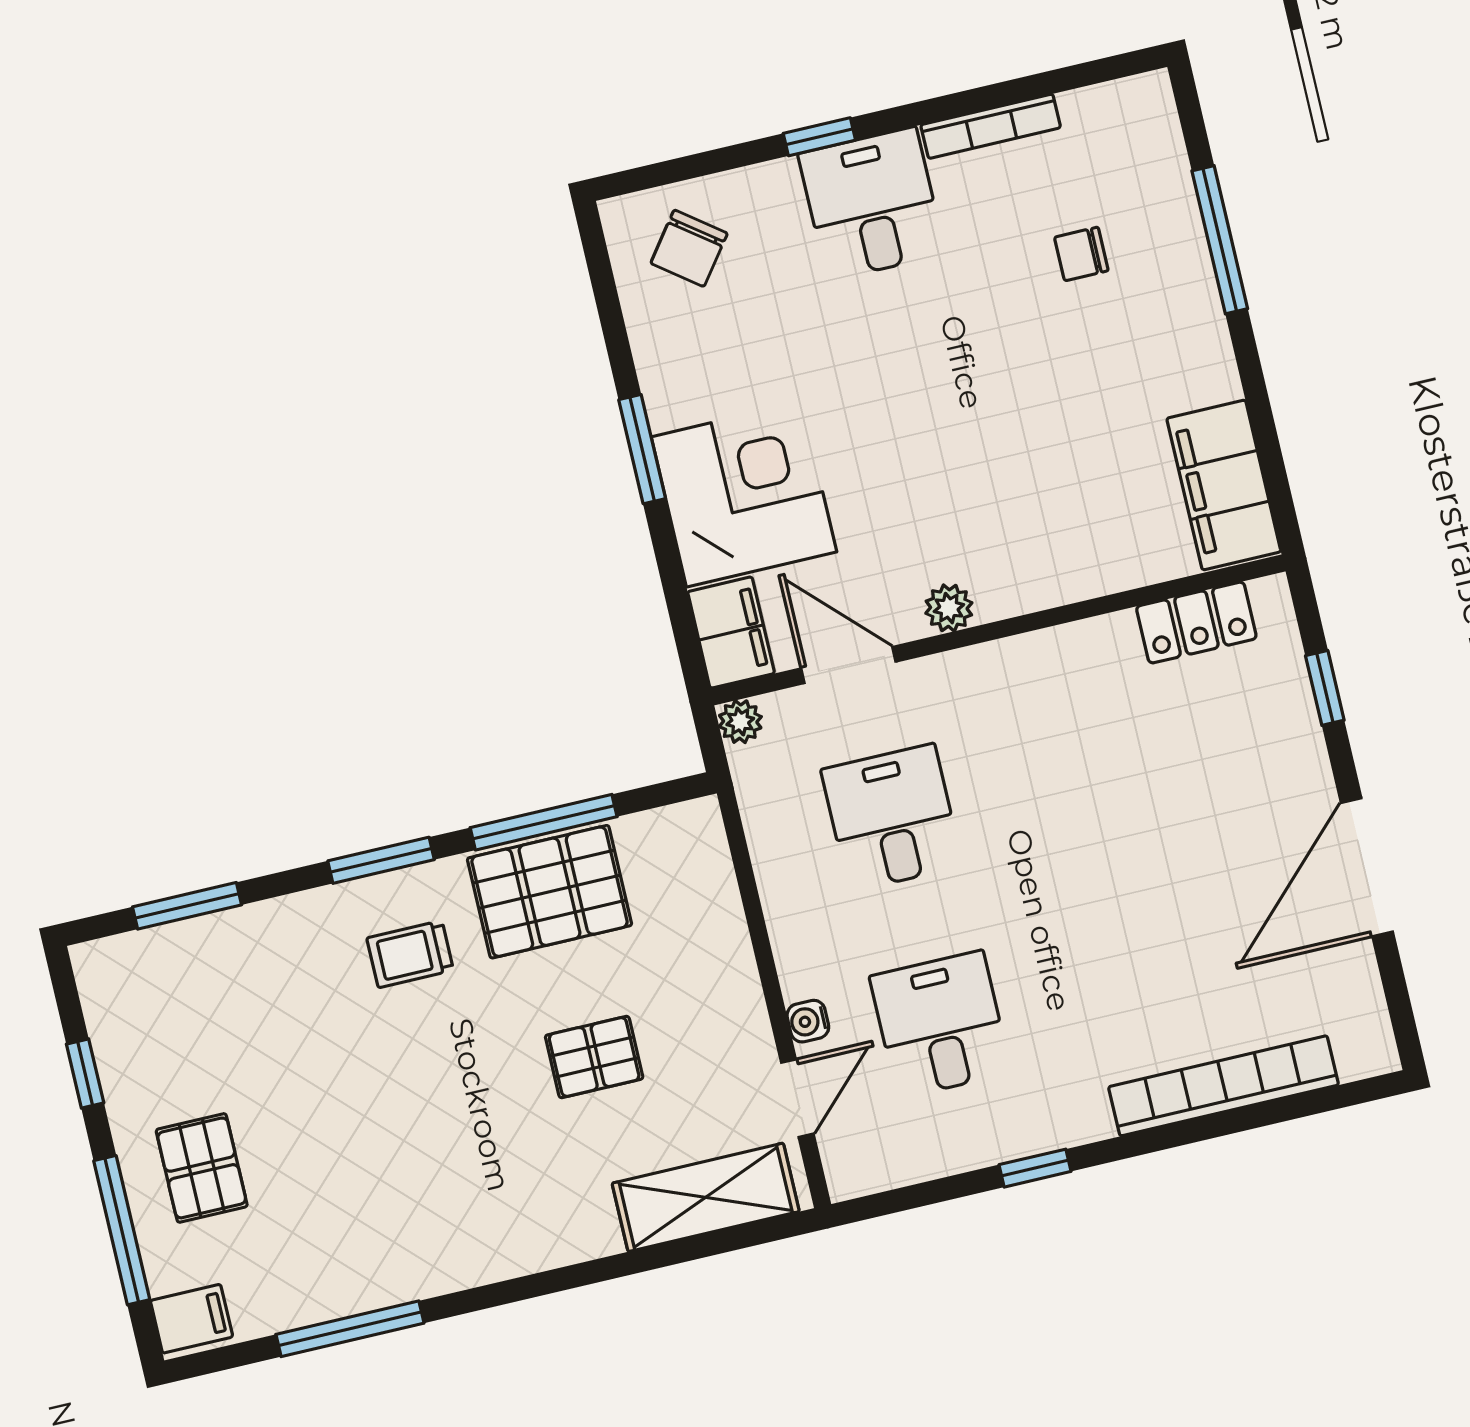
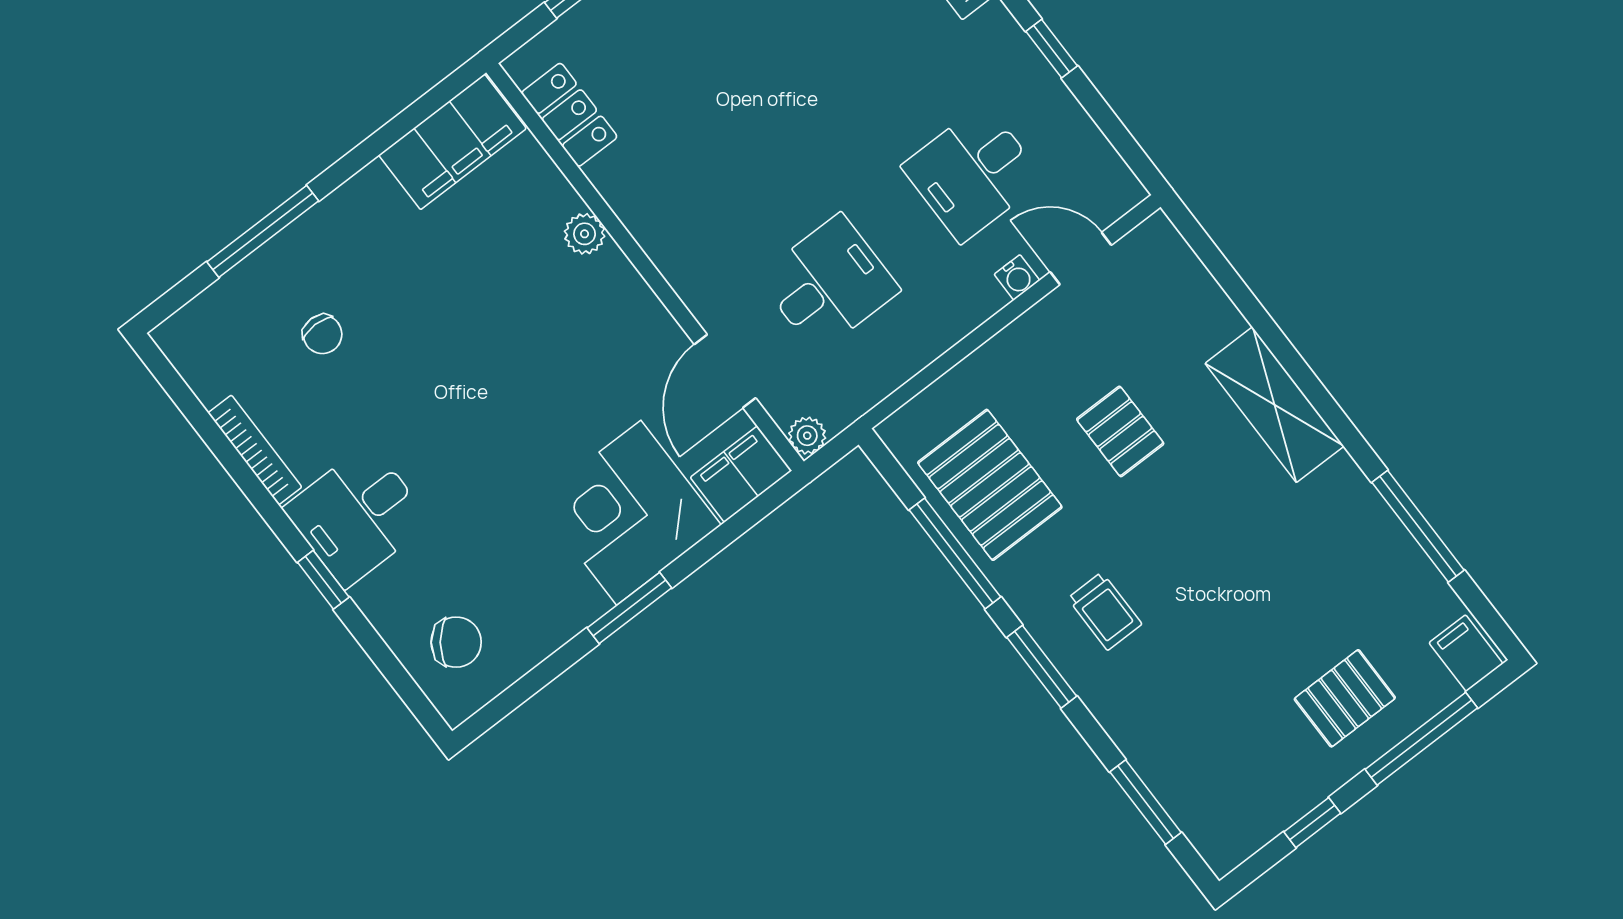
plant: (949, 608) -> (585, 234), moved
desk: (892, 818) -> (829, 284), turned 180
pallet: (549, 892) -> (990, 485), moved
shelving: (706, 1197) -> (1274, 405), moved

